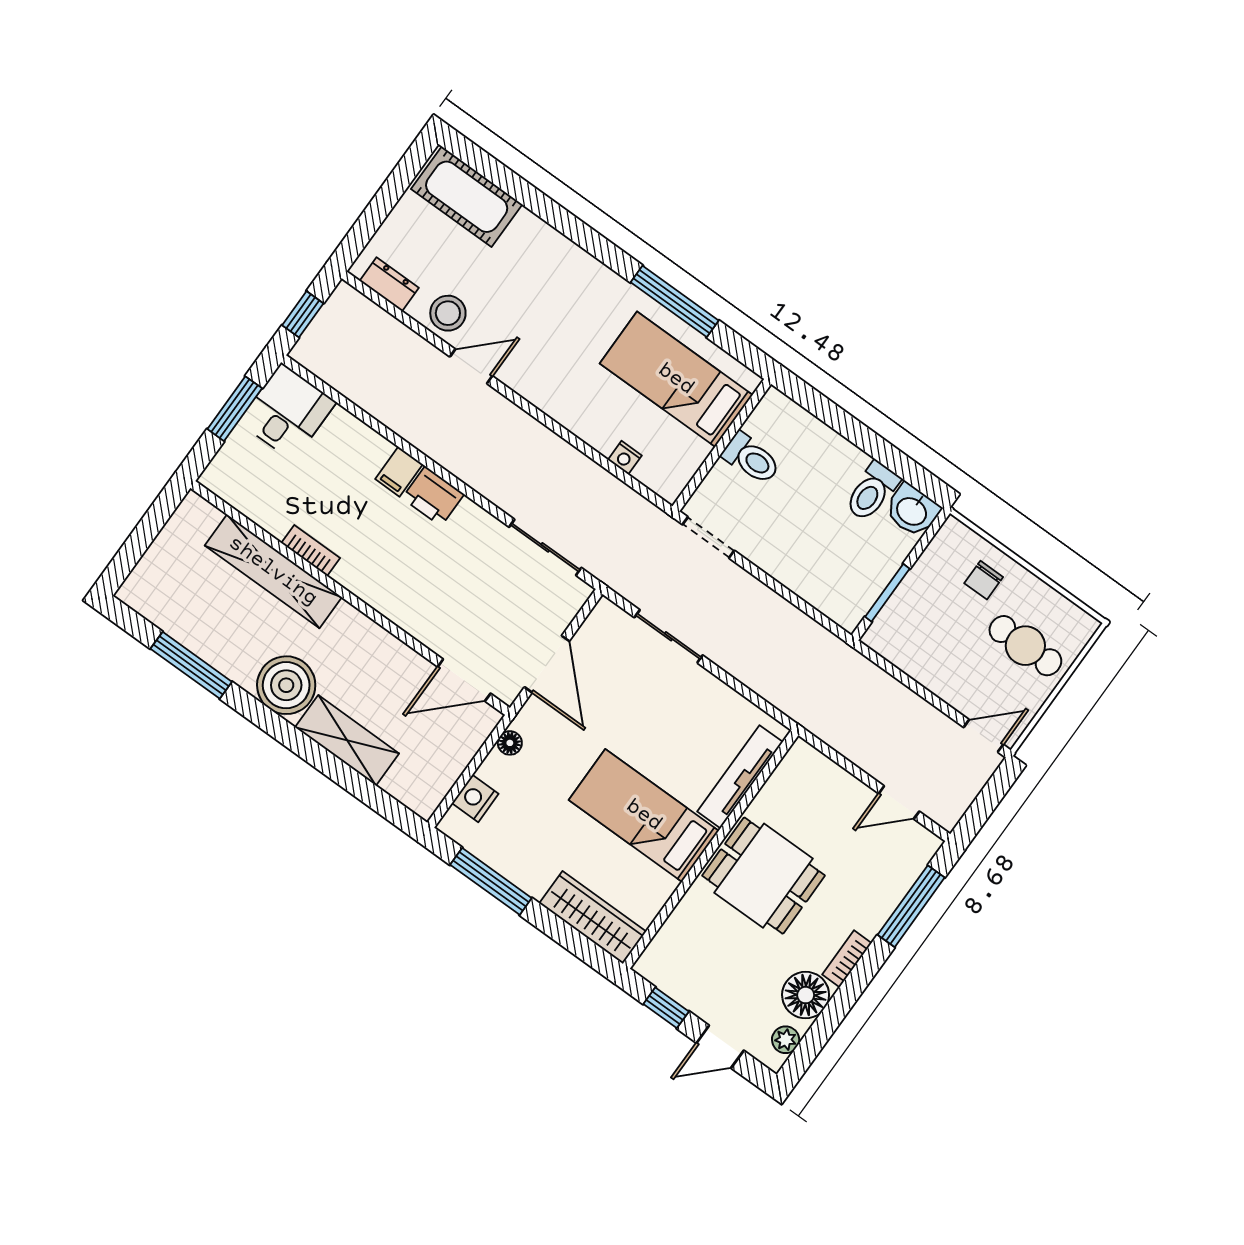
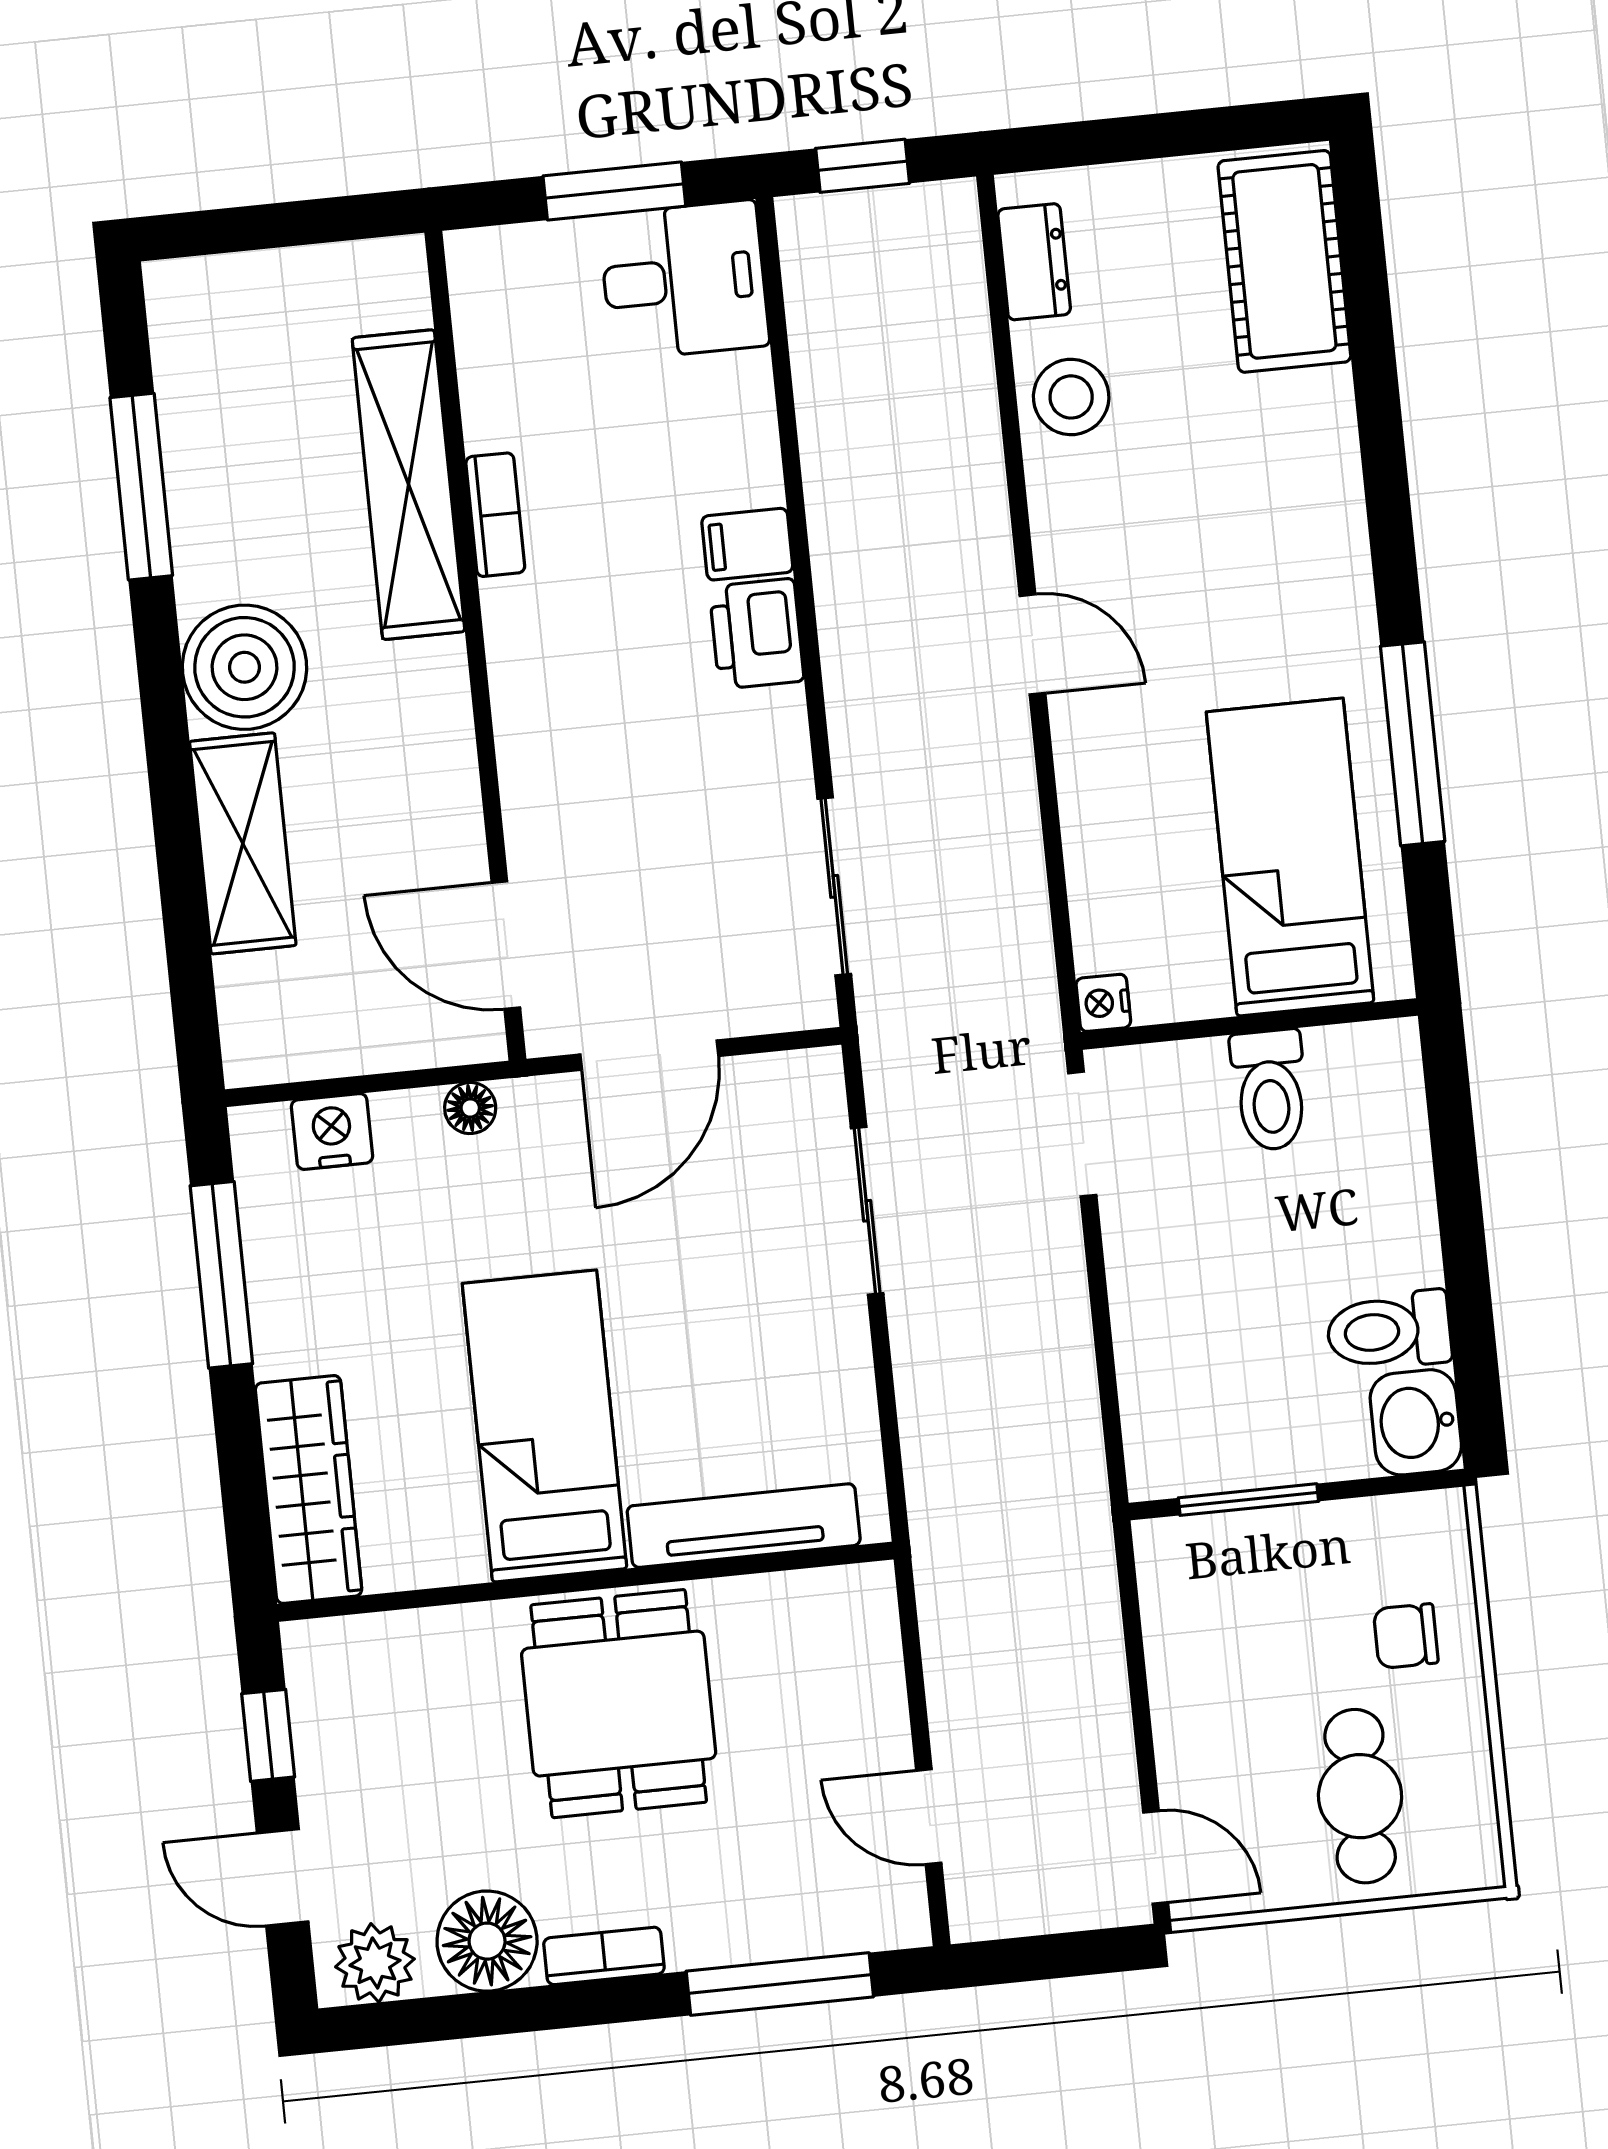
door: (471, 366) -> (1032, 644), moved
nightstand: (625, 458) -> (1103, 1003), moved
plant: (786, 1040) -> (375, 1963), width x1.38, depth x1.38

